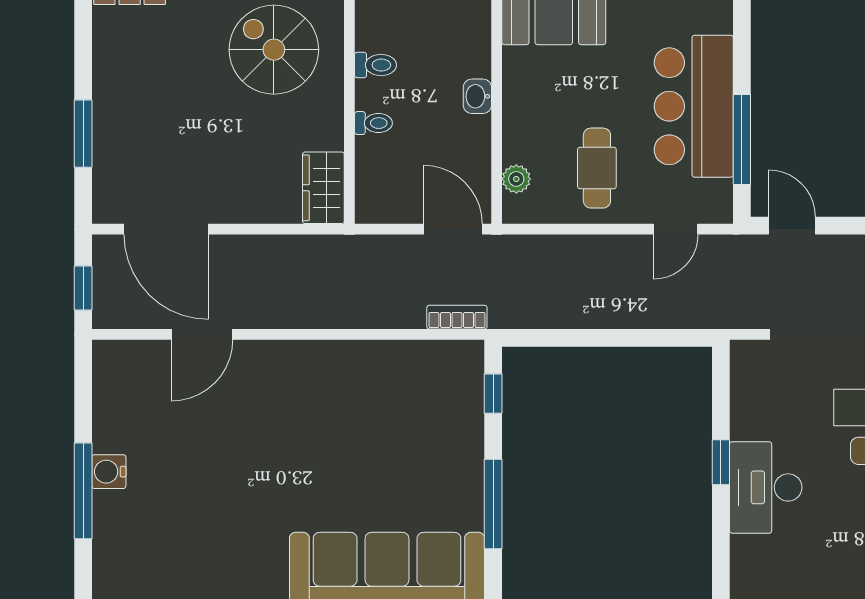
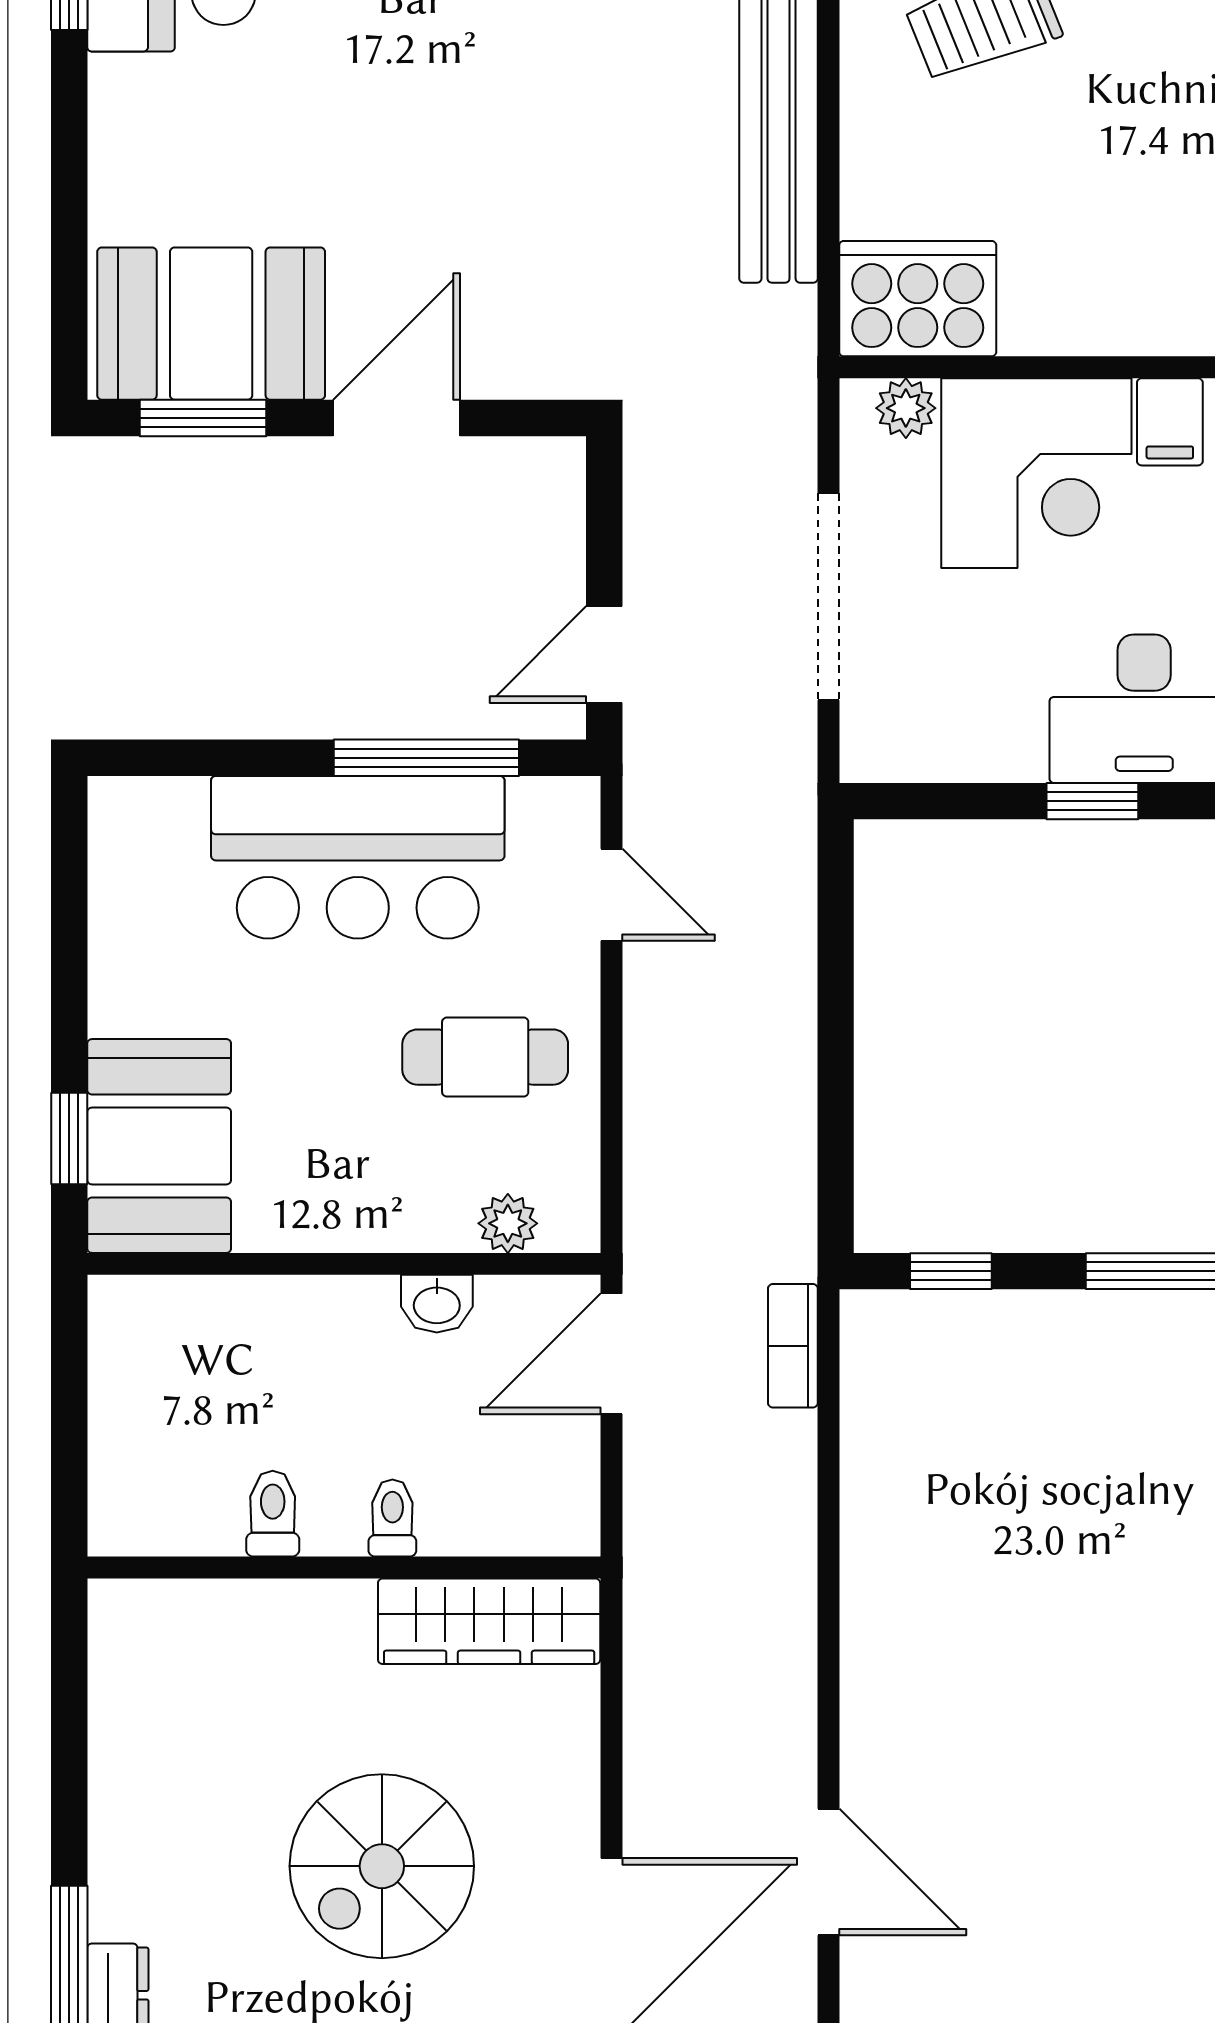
spiral stairs: (274, 50) -> (382, 1866), moved
washbasin: (477, 96) -> (437, 1304), moved
wardrobe: (323, 188) -> (489, 1621), width x1.50

